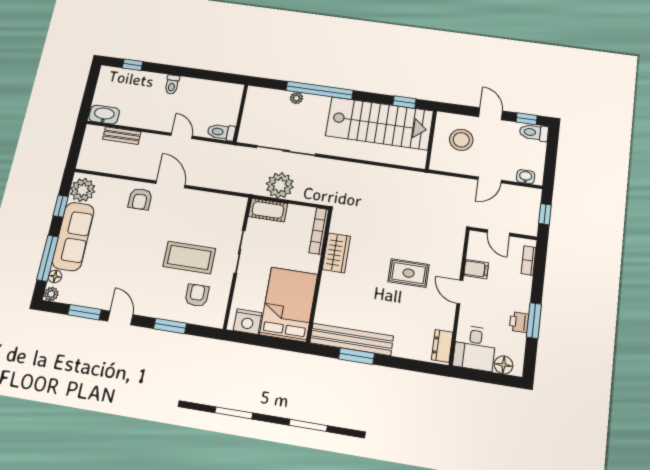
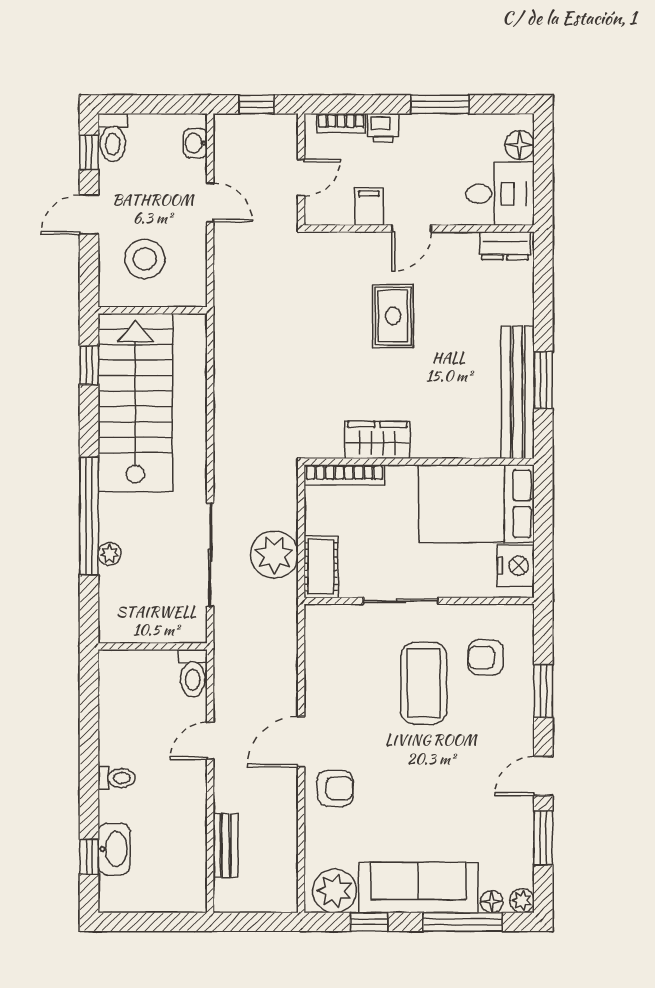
washbasin: (104, 115) -> (114, 849), moved, turned 180
printer: (519, 322) -> (383, 128), moved

